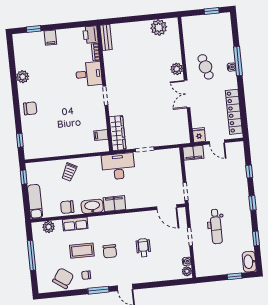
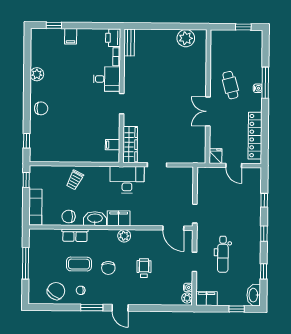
plant: (177, 69) -> (200, 84), removed
filing cabinet: (193, 153) -> (207, 298), moved, turned 180
plant: (49, 227) -> (124, 236), moved

